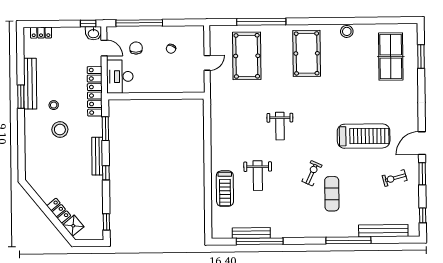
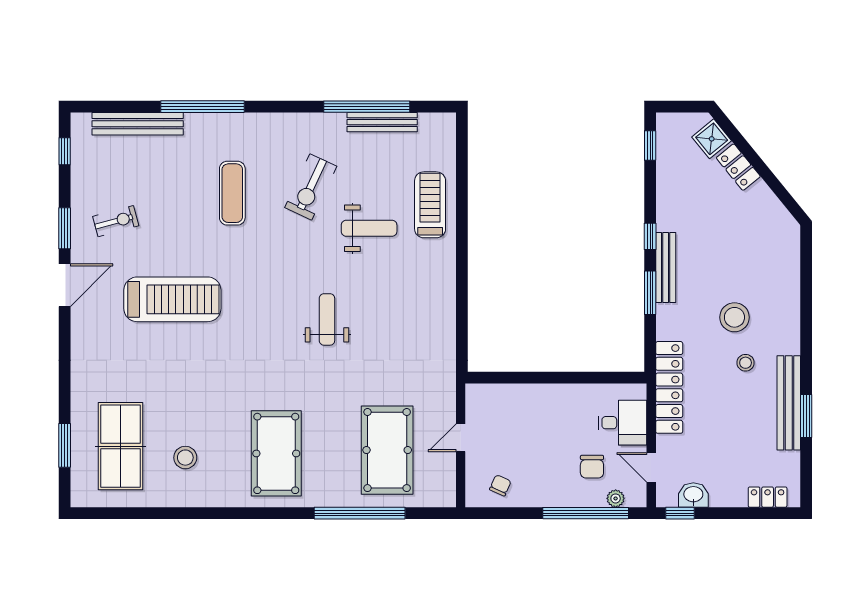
plant: (123, 31) -> (616, 498), added
stool: (347, 31) -> (185, 458), moved
washbasin: (93, 33) -> (693, 495), moved
chair: (171, 49) -> (500, 485), moved
desk: (120, 77) -> (622, 423), width x0.73
window: (21, 97) -> (806, 416), moved
window: (105, 129) -> (650, 293), moved
treadmill: (364, 136) -> (172, 299), turned 180
exercise bike: (312, 173) -> (311, 187), moved, width x1.38, depth x1.39
weight bench: (258, 176) -> (369, 228), turned 90

